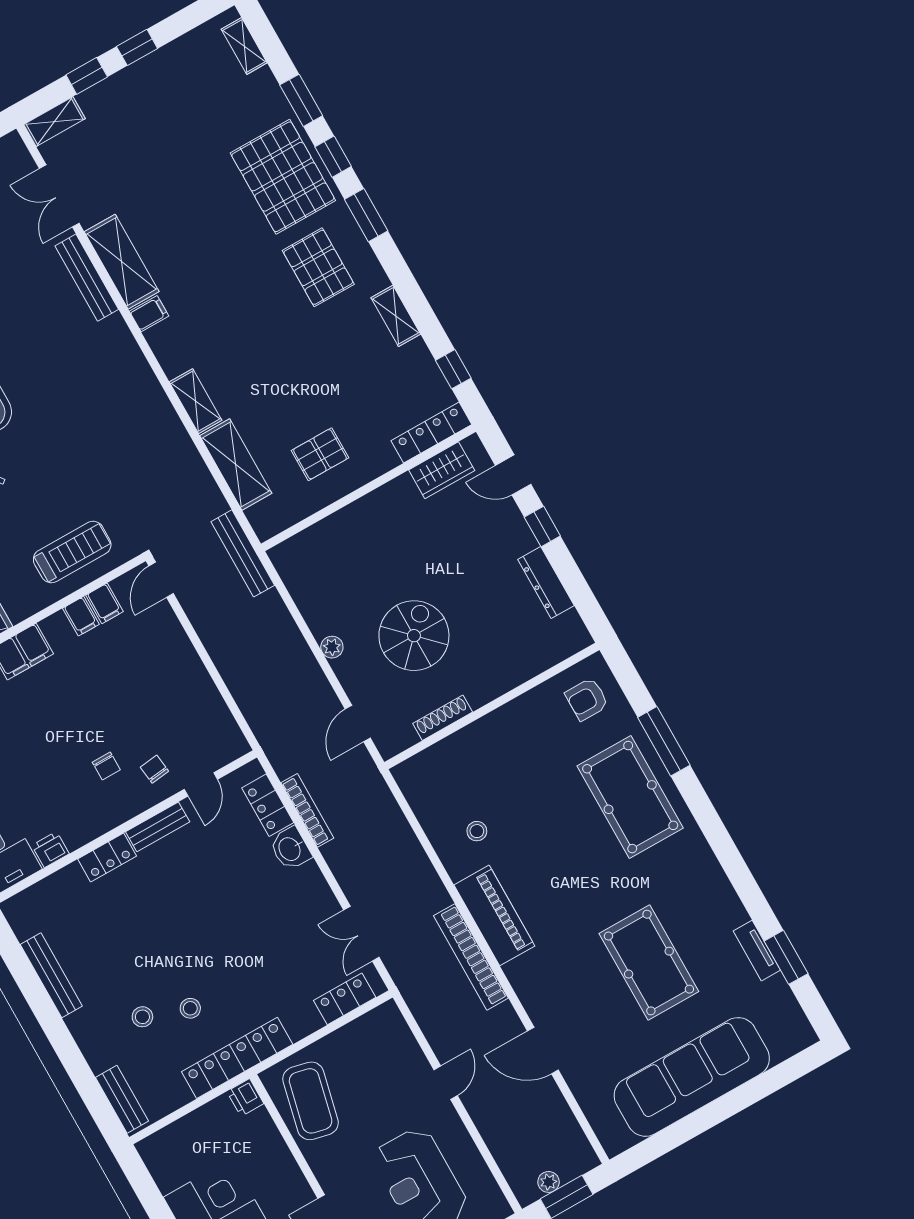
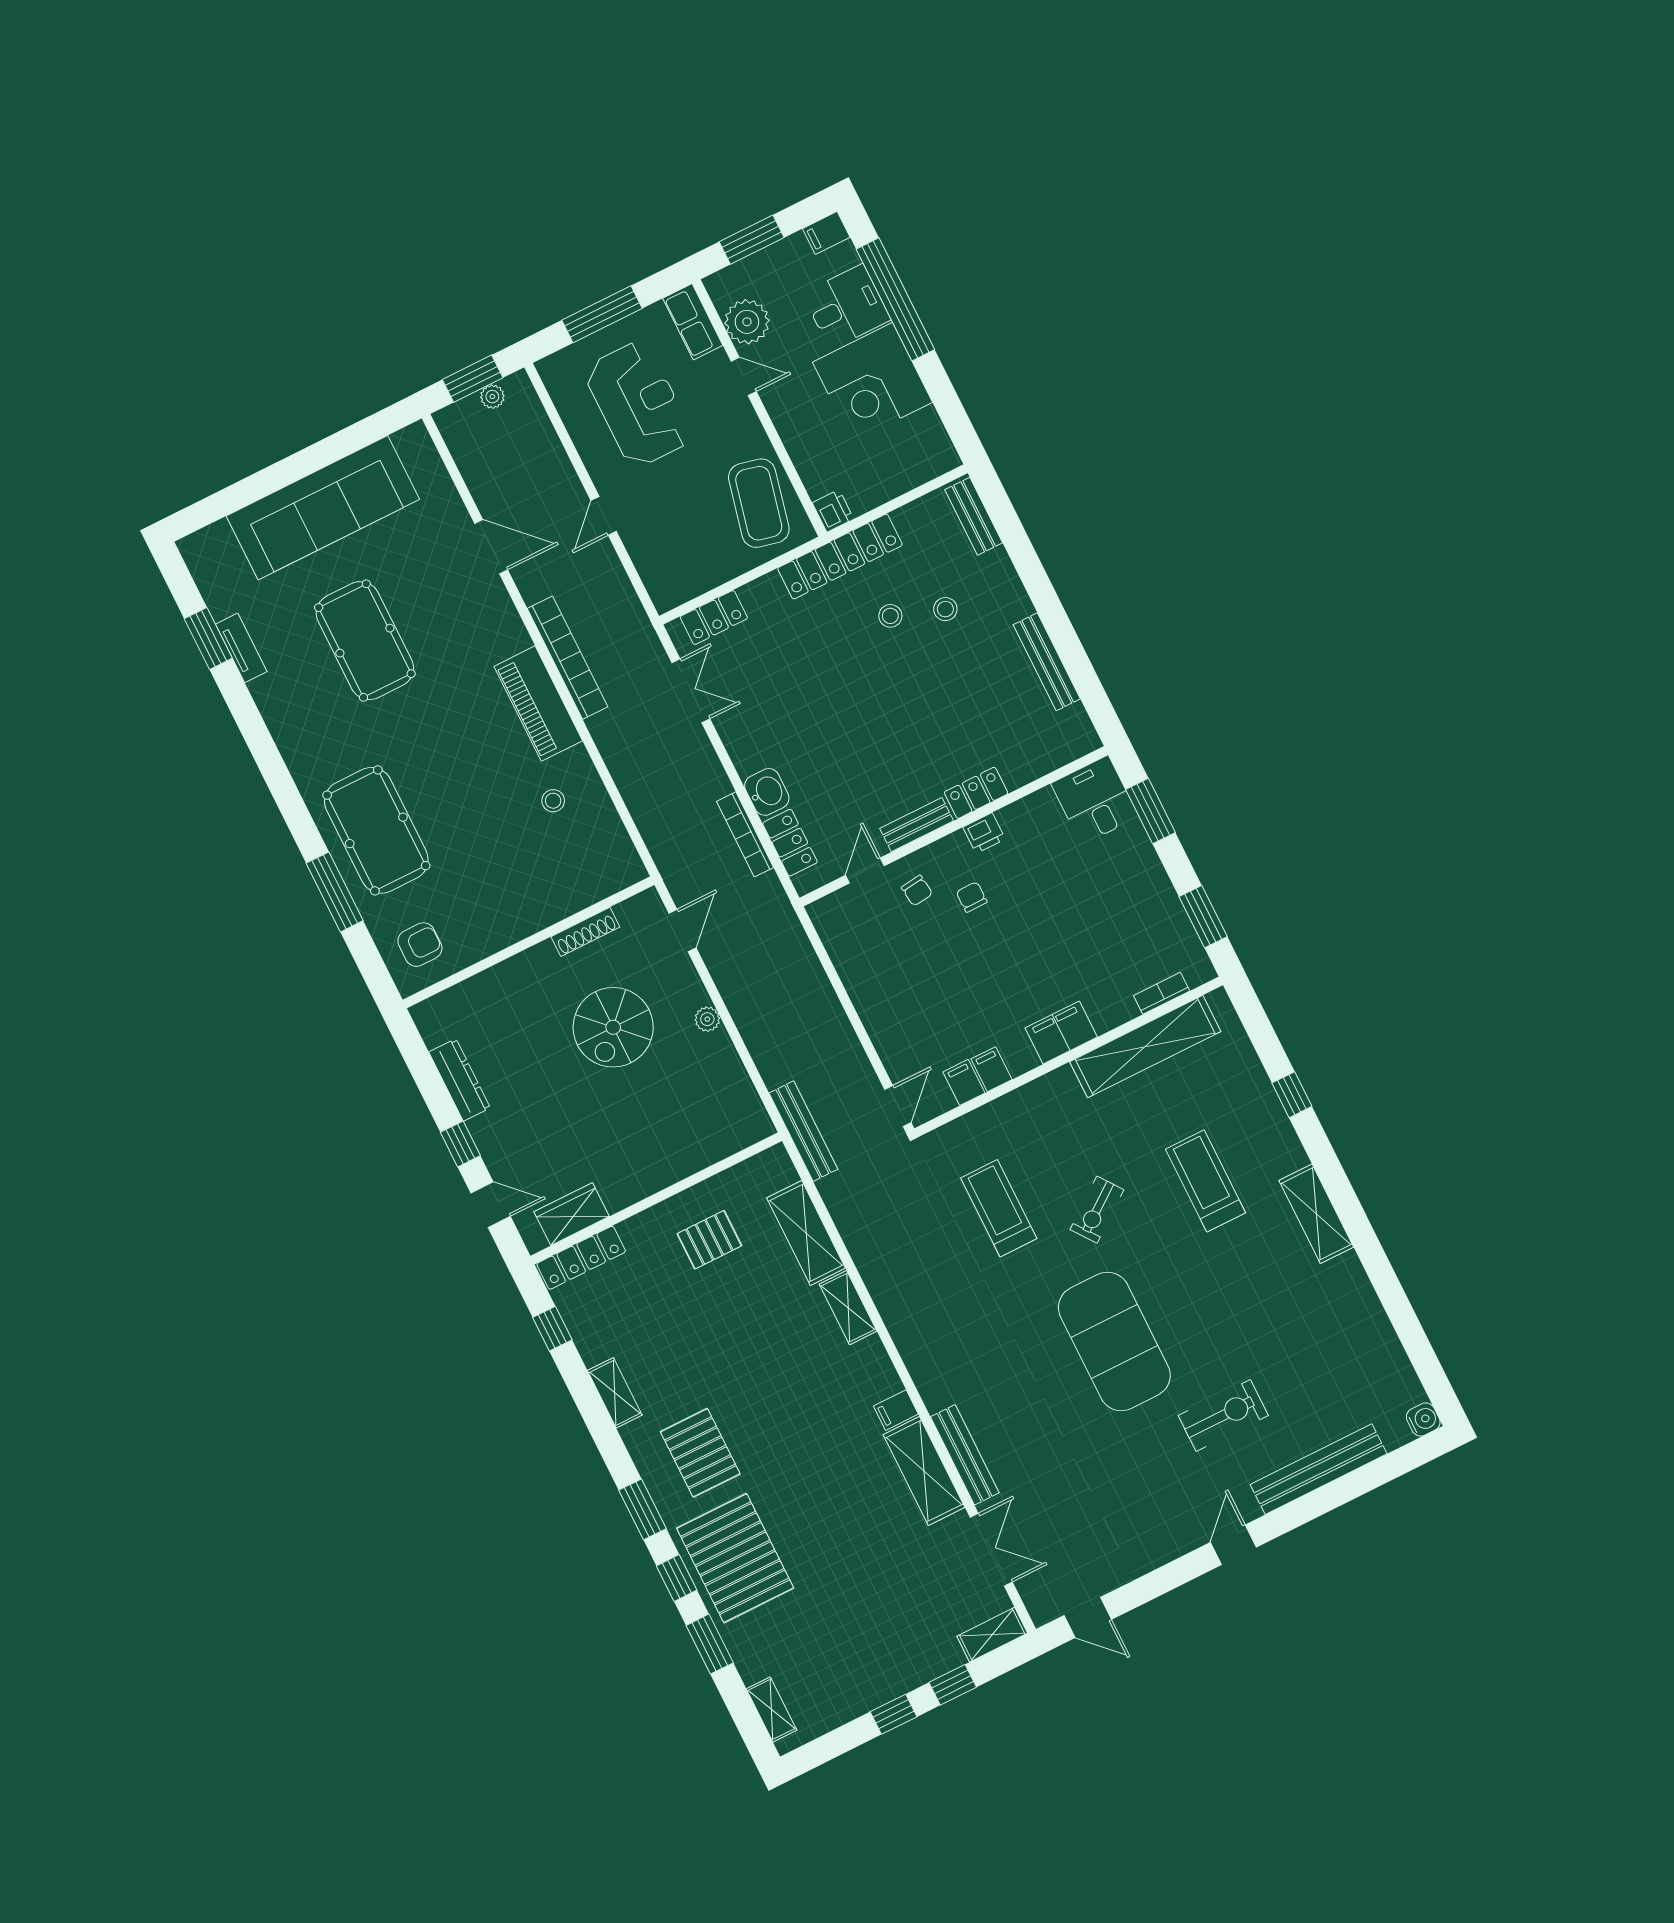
treadmill: (72, 552) -> (999, 1208), moved, turned 90
printer: (50, 850) -> (984, 833), moved

